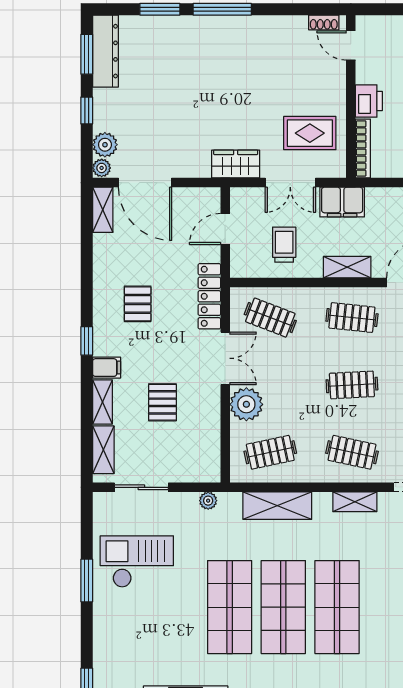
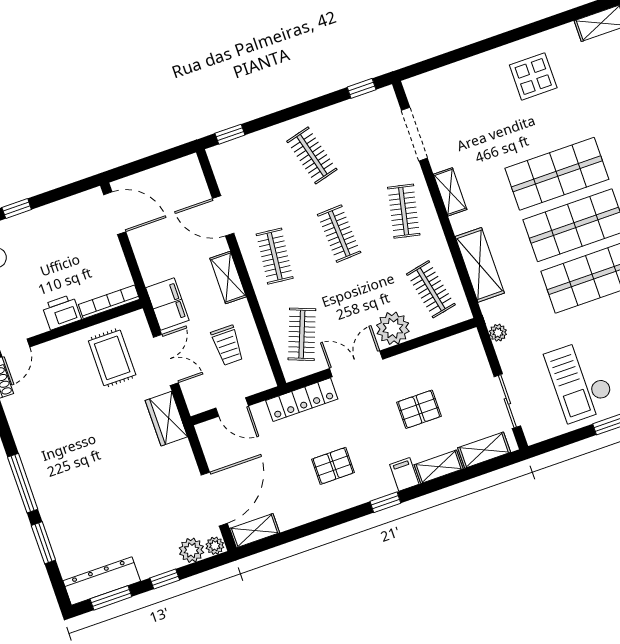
trolley: (284, 245) -> (227, 345), turned -90

